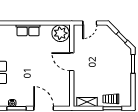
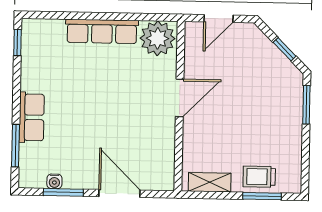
row of seats: (28, 30) -> (102, 31), width x1.48
door: (72, 62) -> (180, 98), swing flipped

